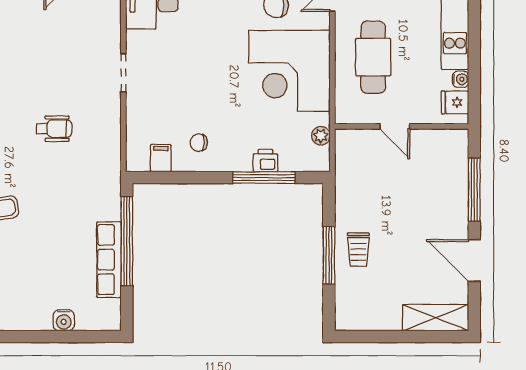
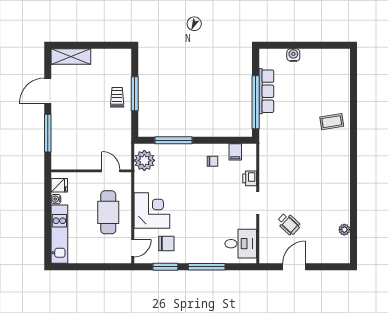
corner desk: (289, 71) -> (152, 211), width x0.74, depth x0.74
door: (395, 126) -> (111, 171), moved
wheelchair: (54, 129) -> (289, 224), moved, turned -137
plant: (321, 136) -> (144, 160), width x1.88, depth x1.88
printer: (265, 161) -> (250, 178), moved, turned 90
door: (474, 261) -> (48, 91), swing flipped

